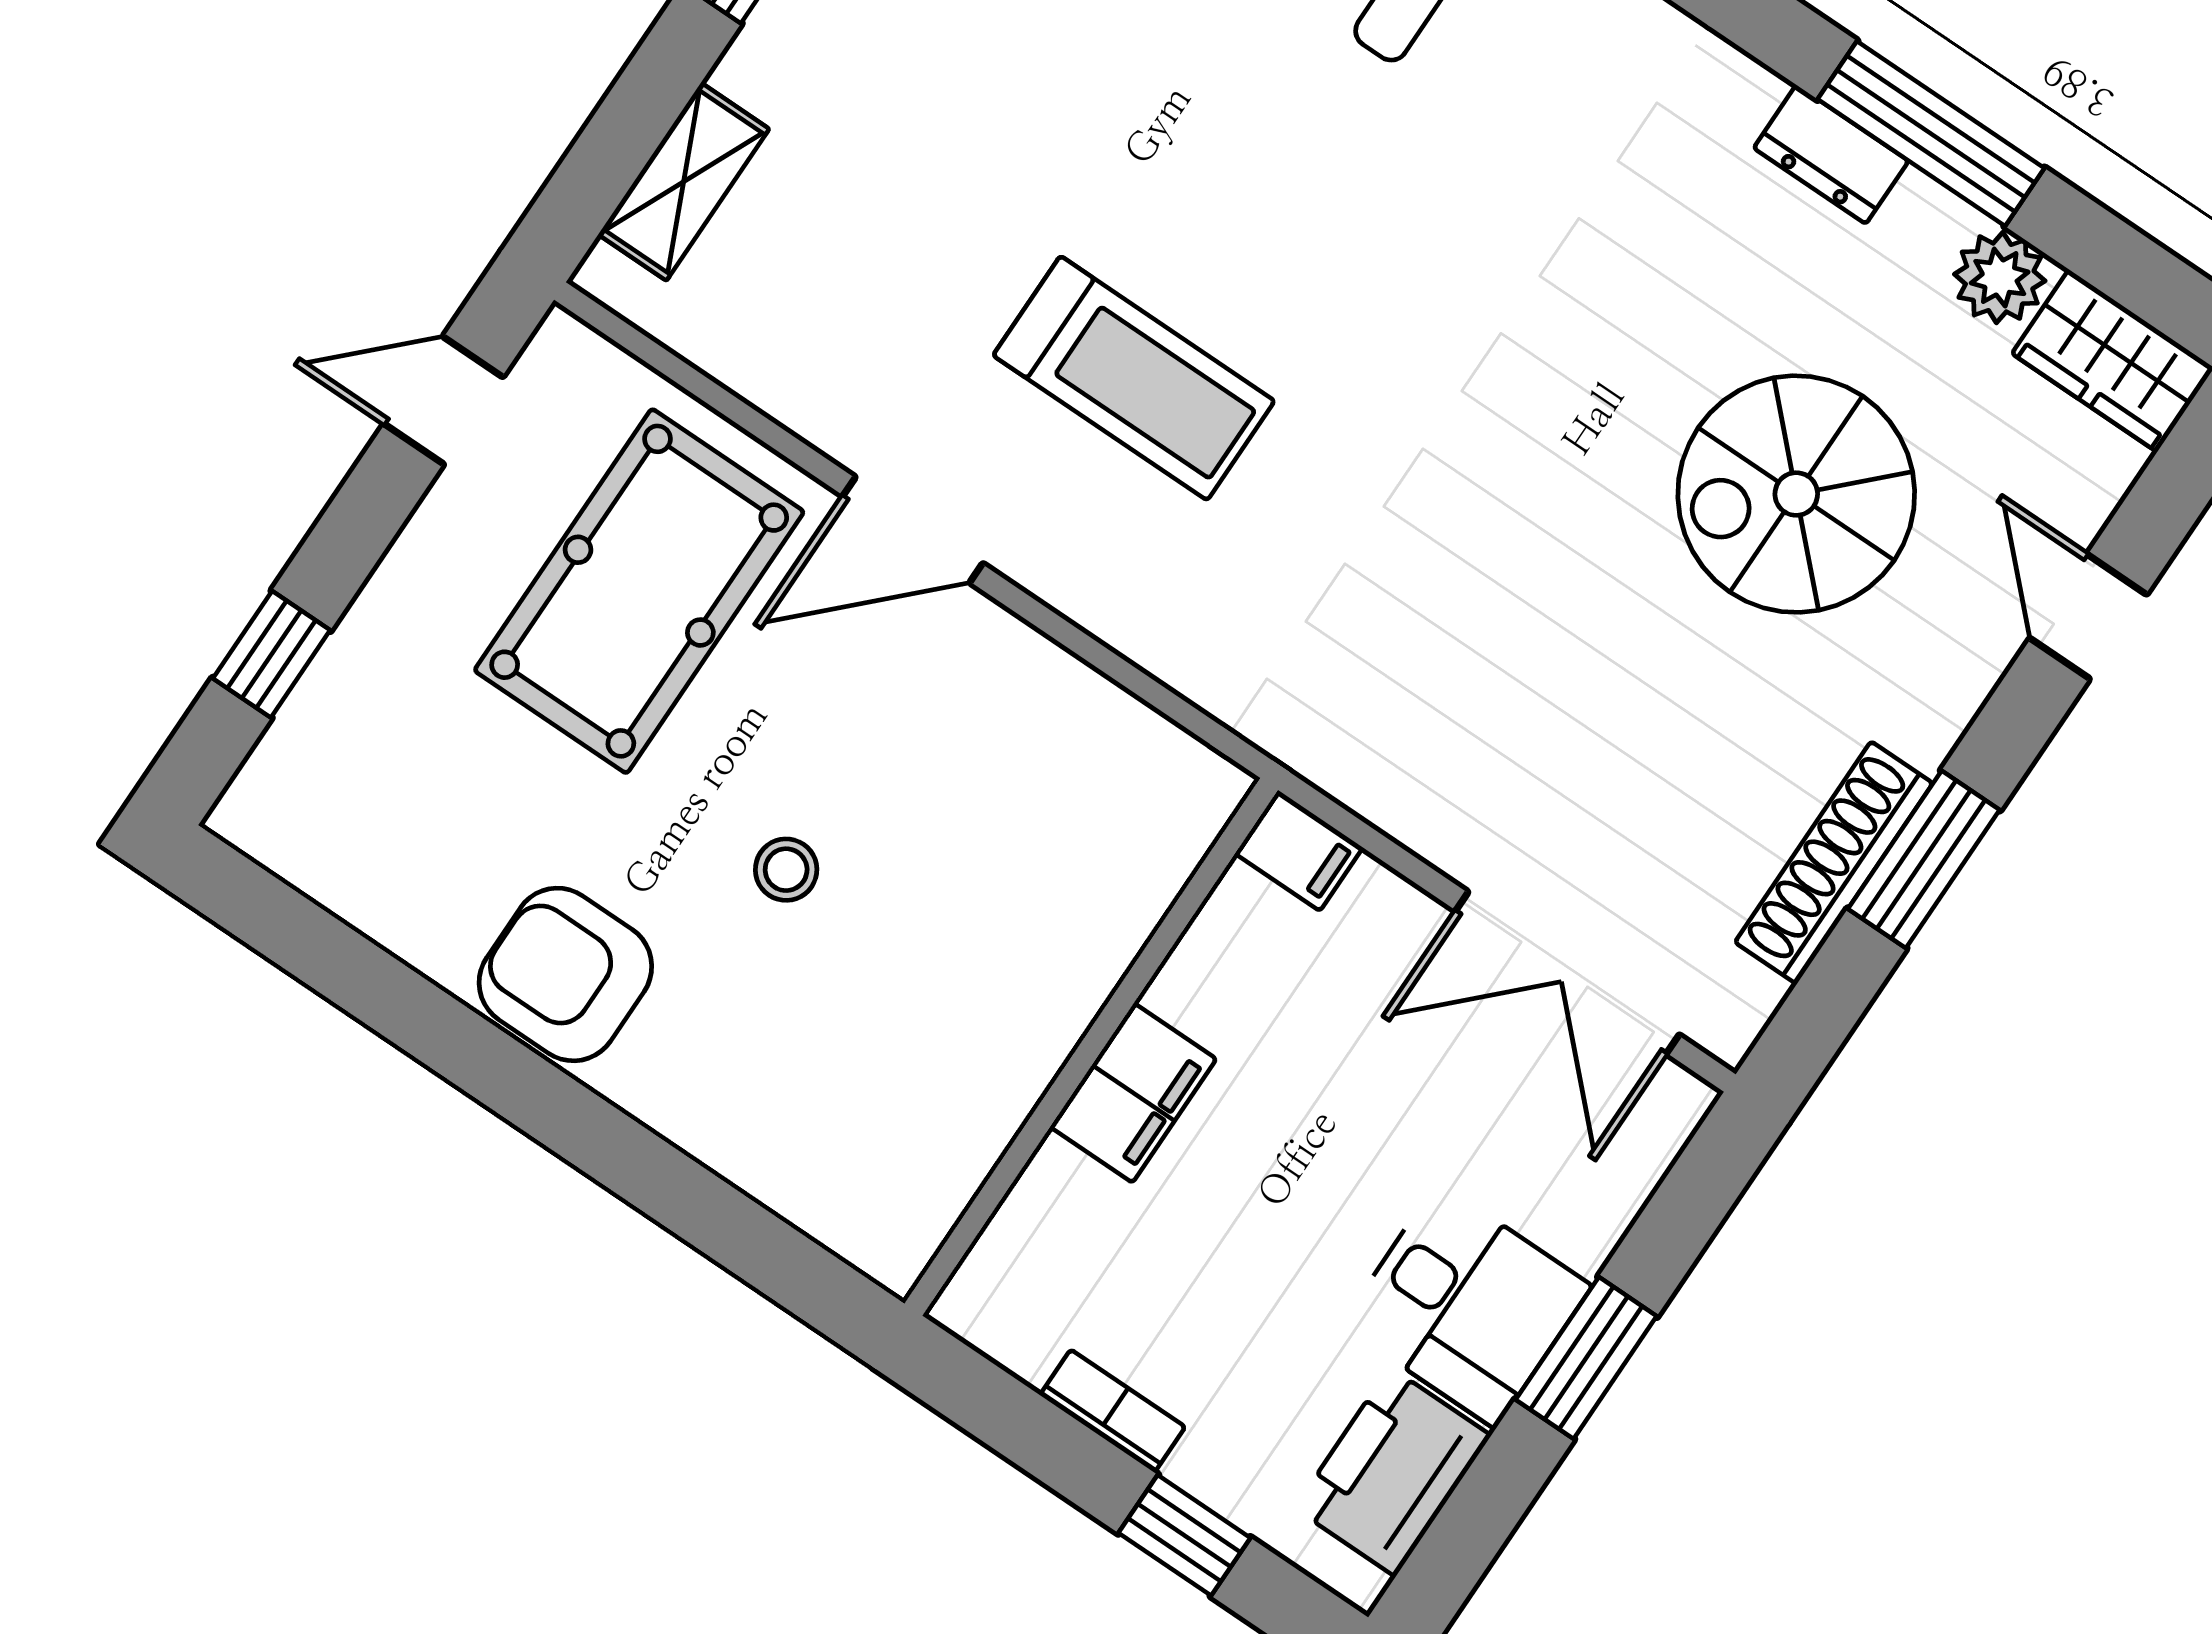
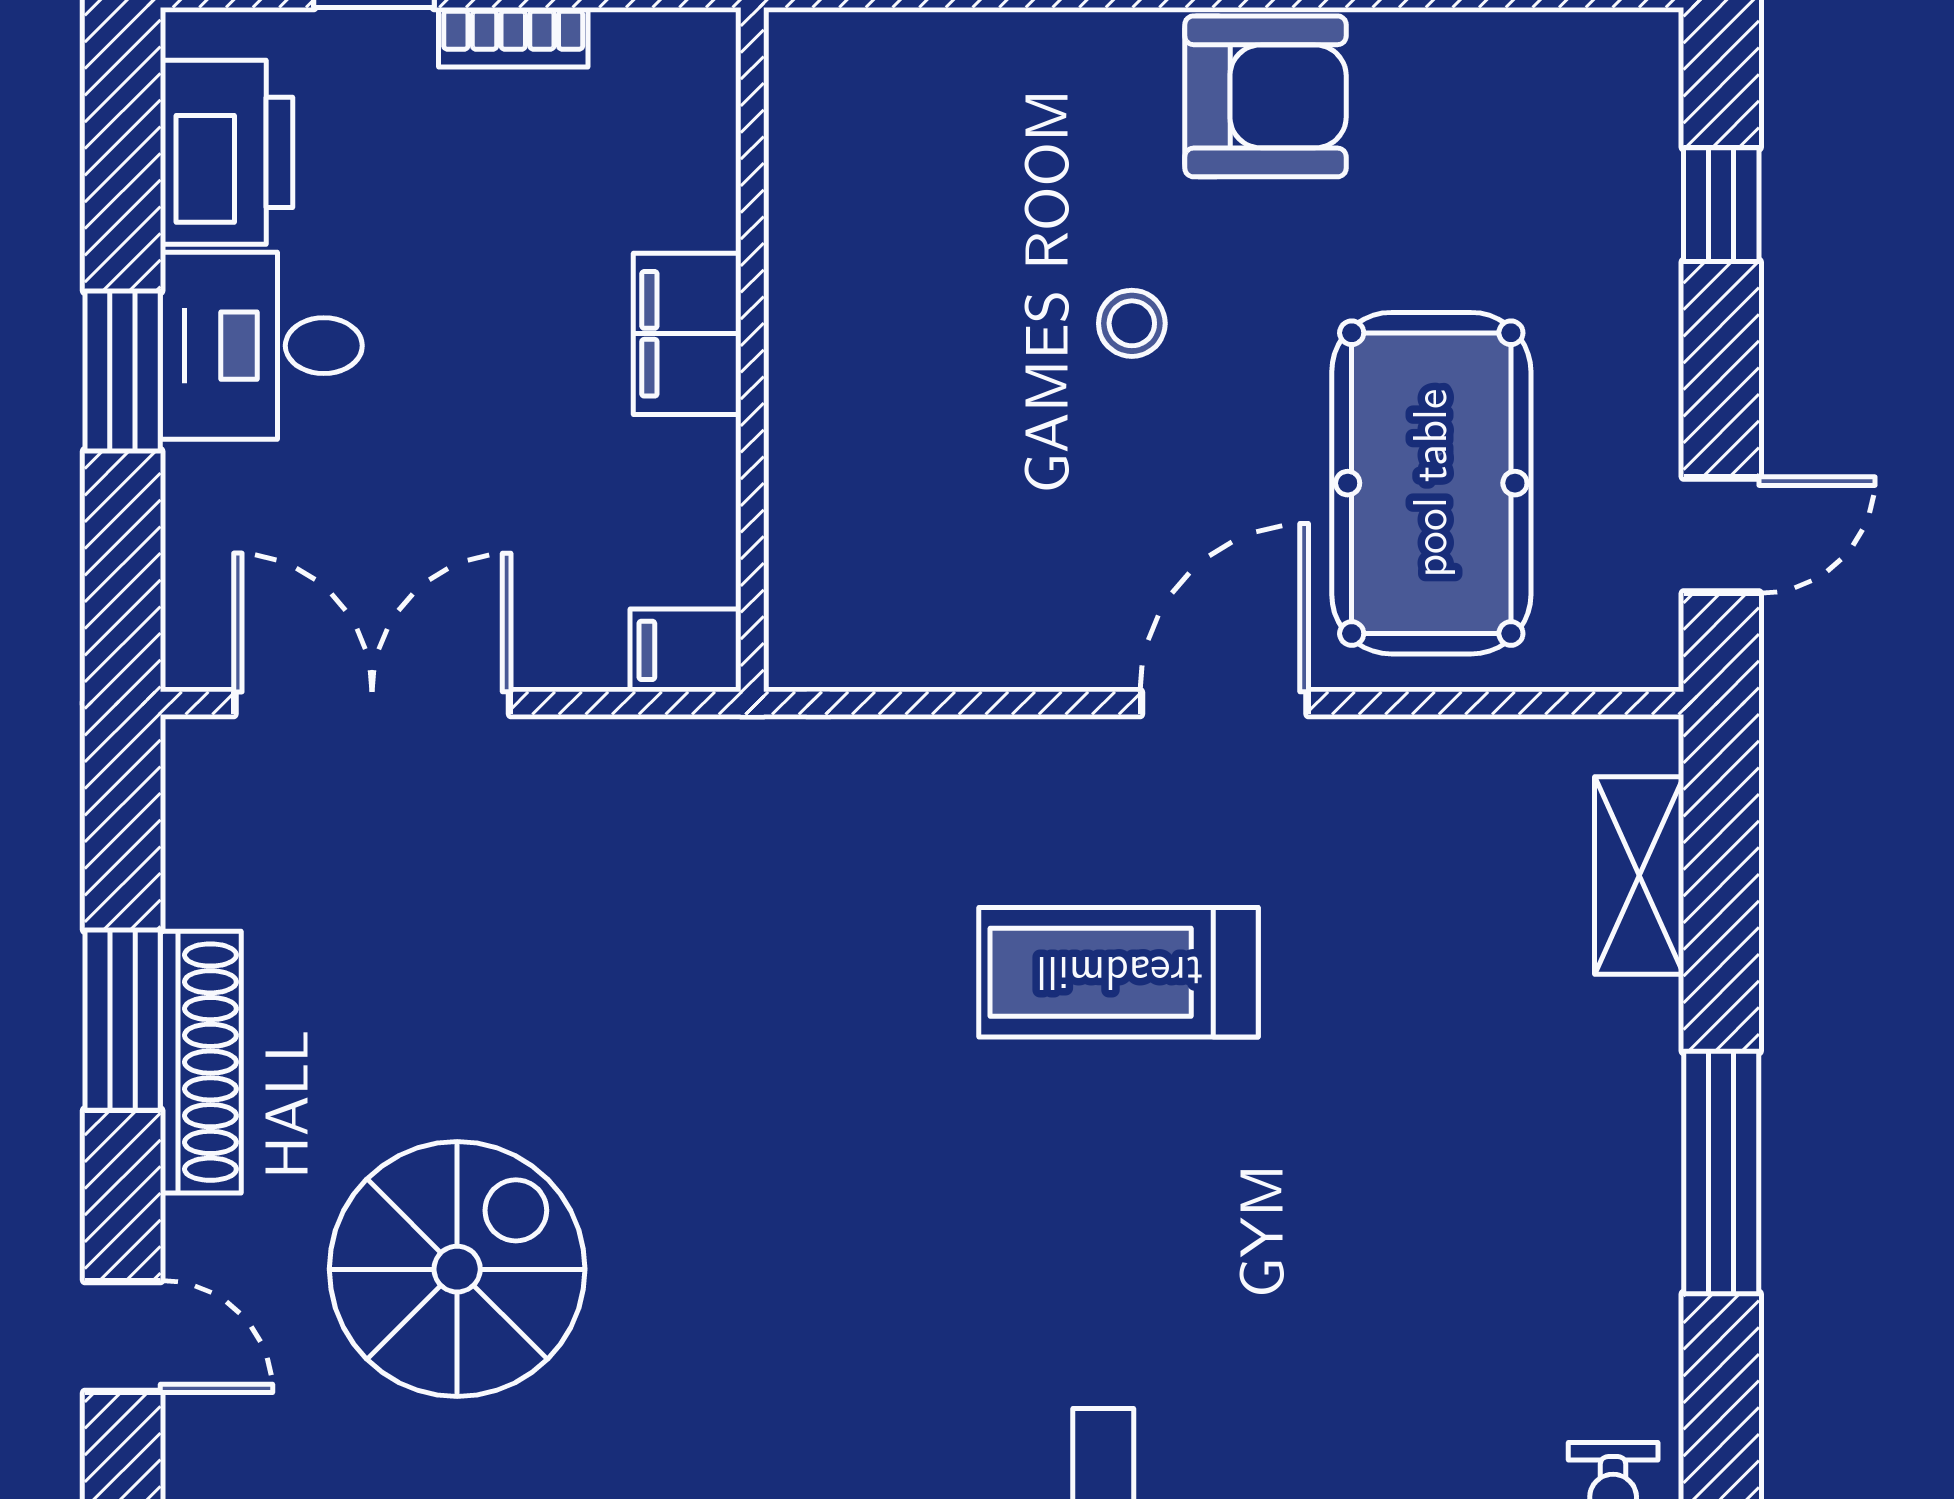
shoe rack: (1834, 863) -> (201, 1062), moved

